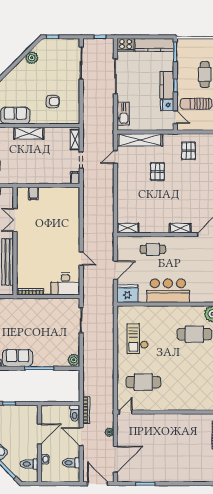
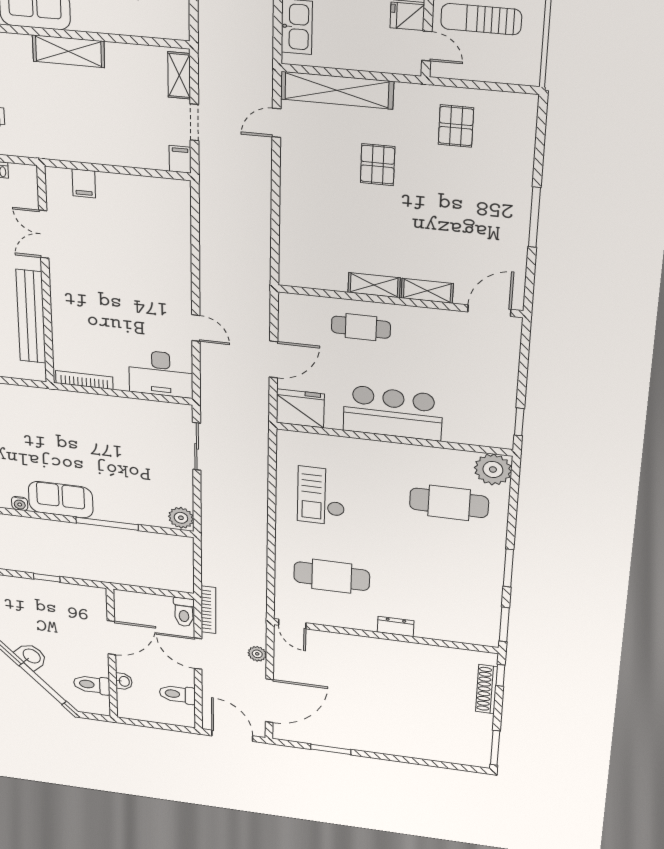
shelving: (128, 228) -> (374, 285), moved
dresser: (173, 406) -> (396, 626), added
door: (126, 412) -> (292, 624), swing flipped

